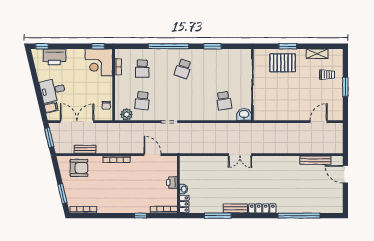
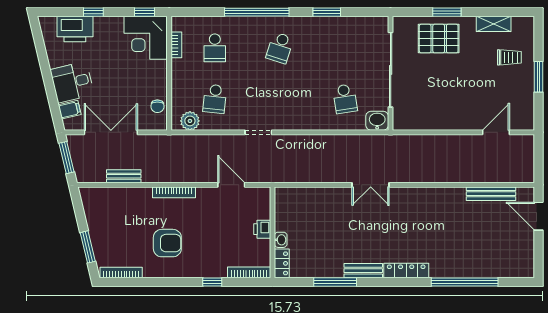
window: (42, 46) -> (93, 12), moved
armchair: (79, 168) -> (167, 243), moved

